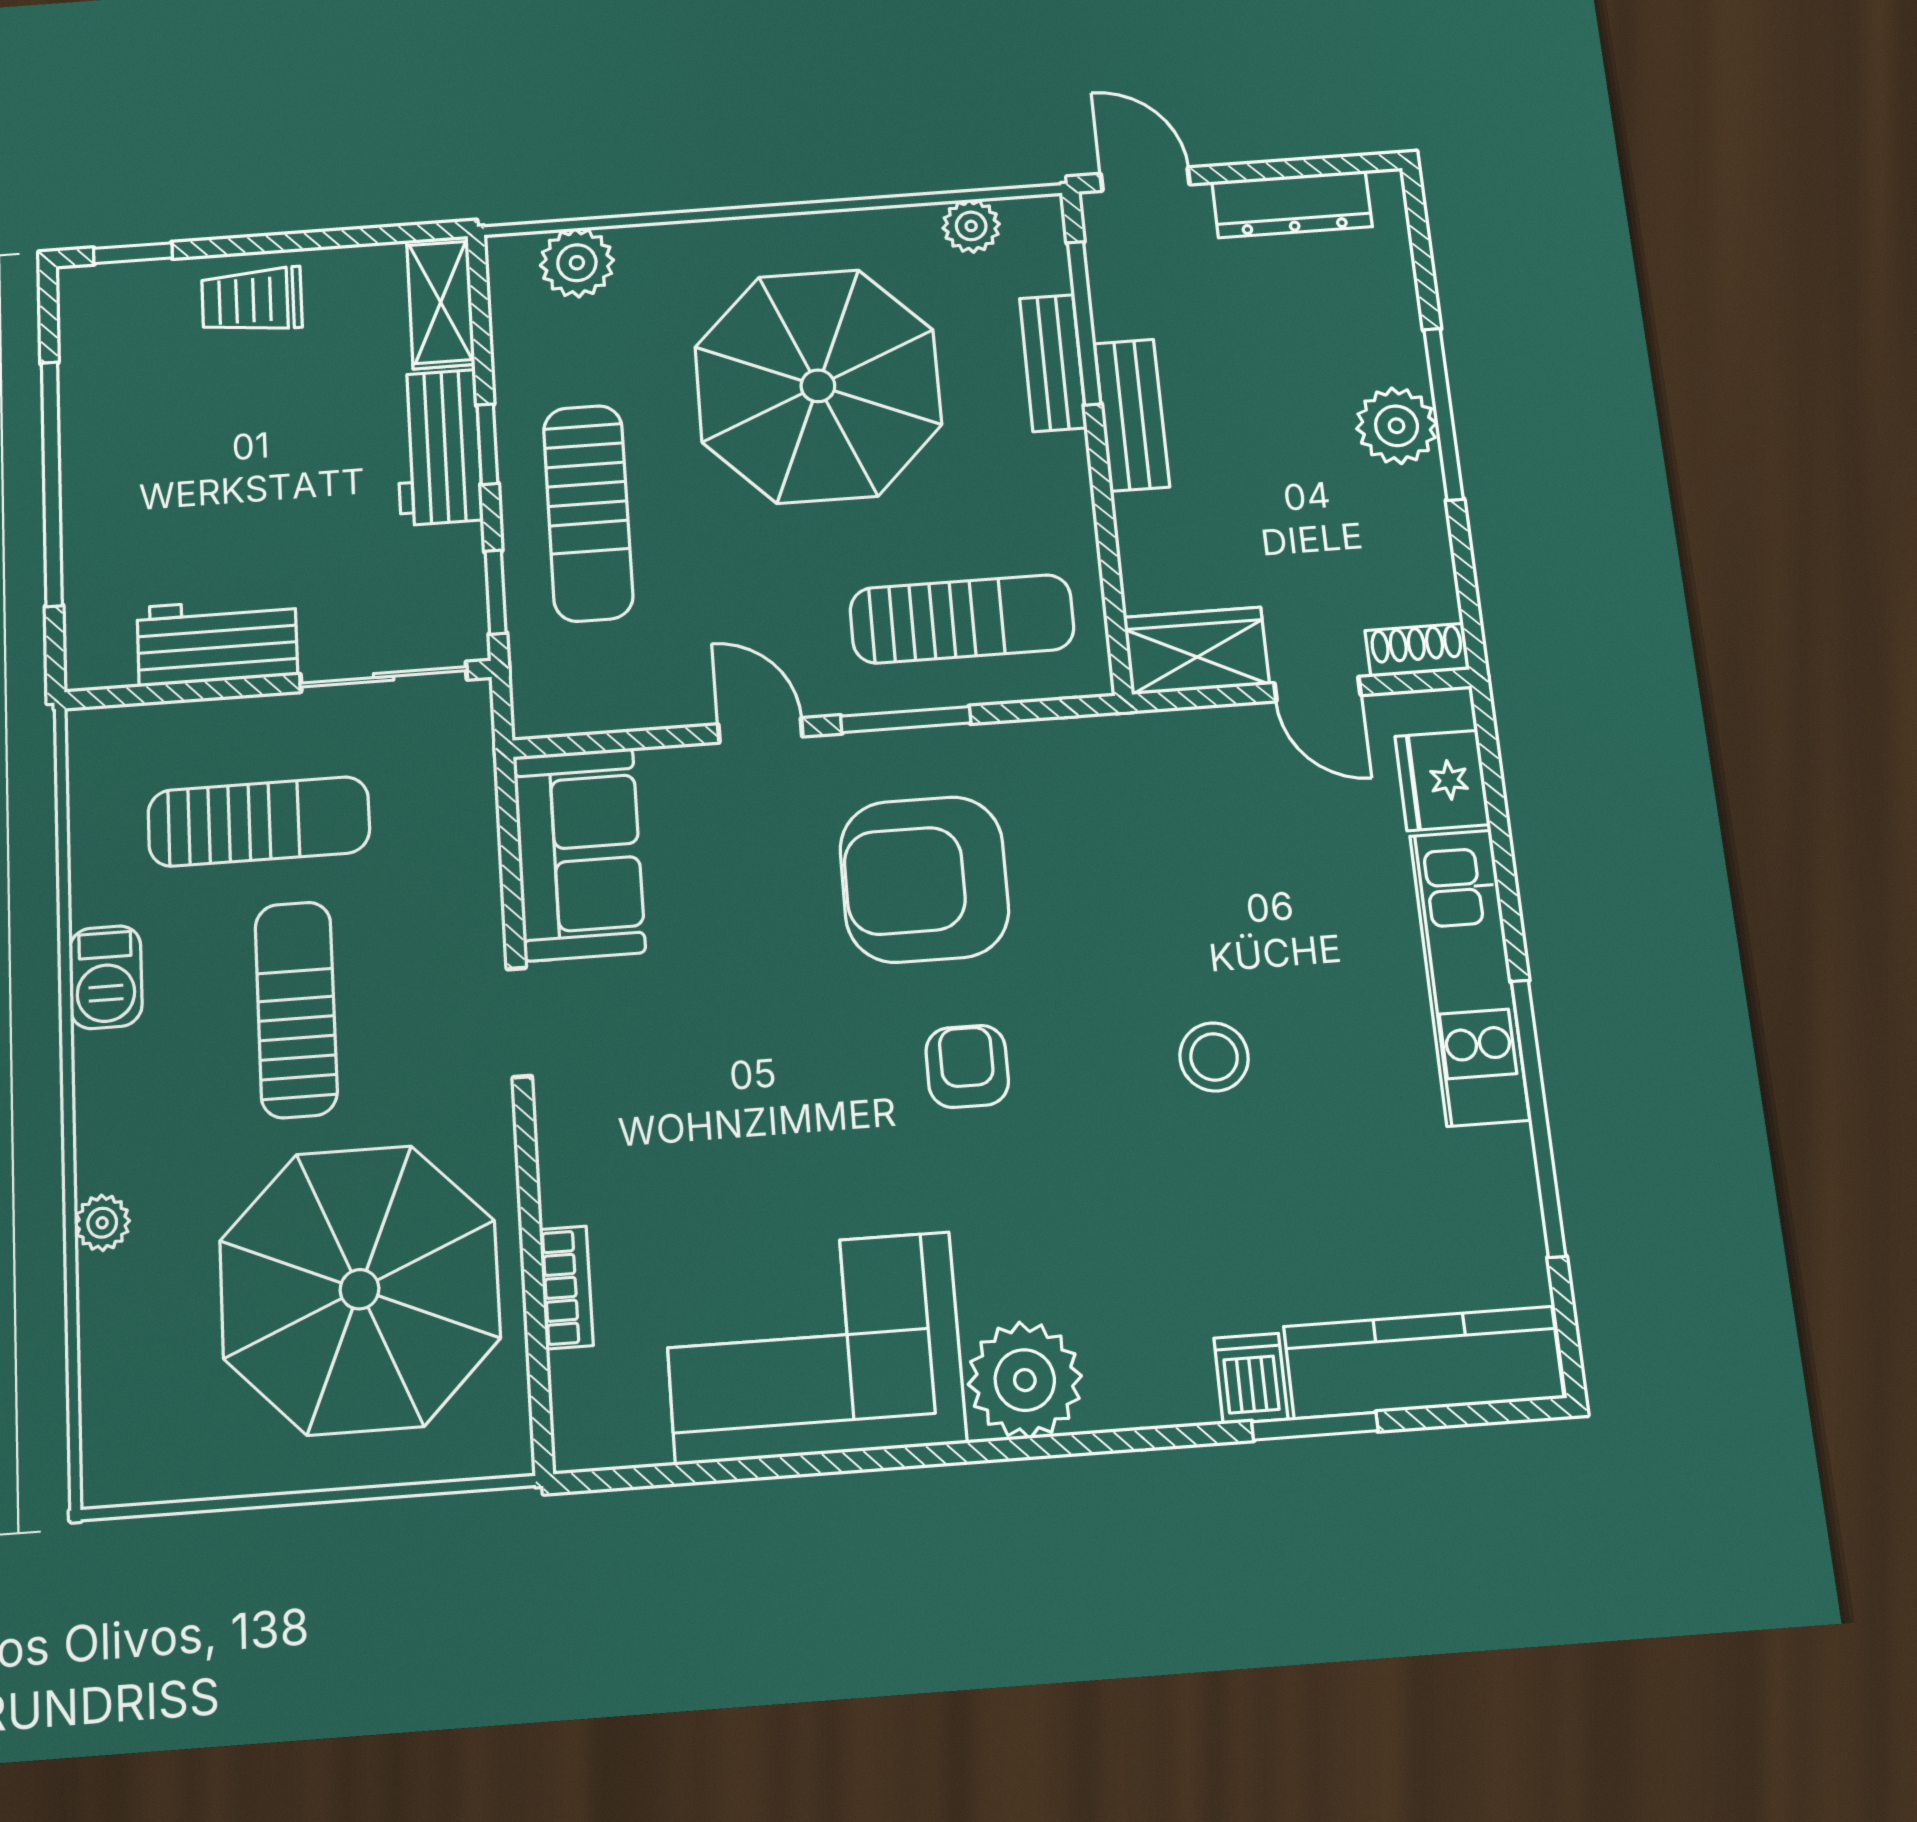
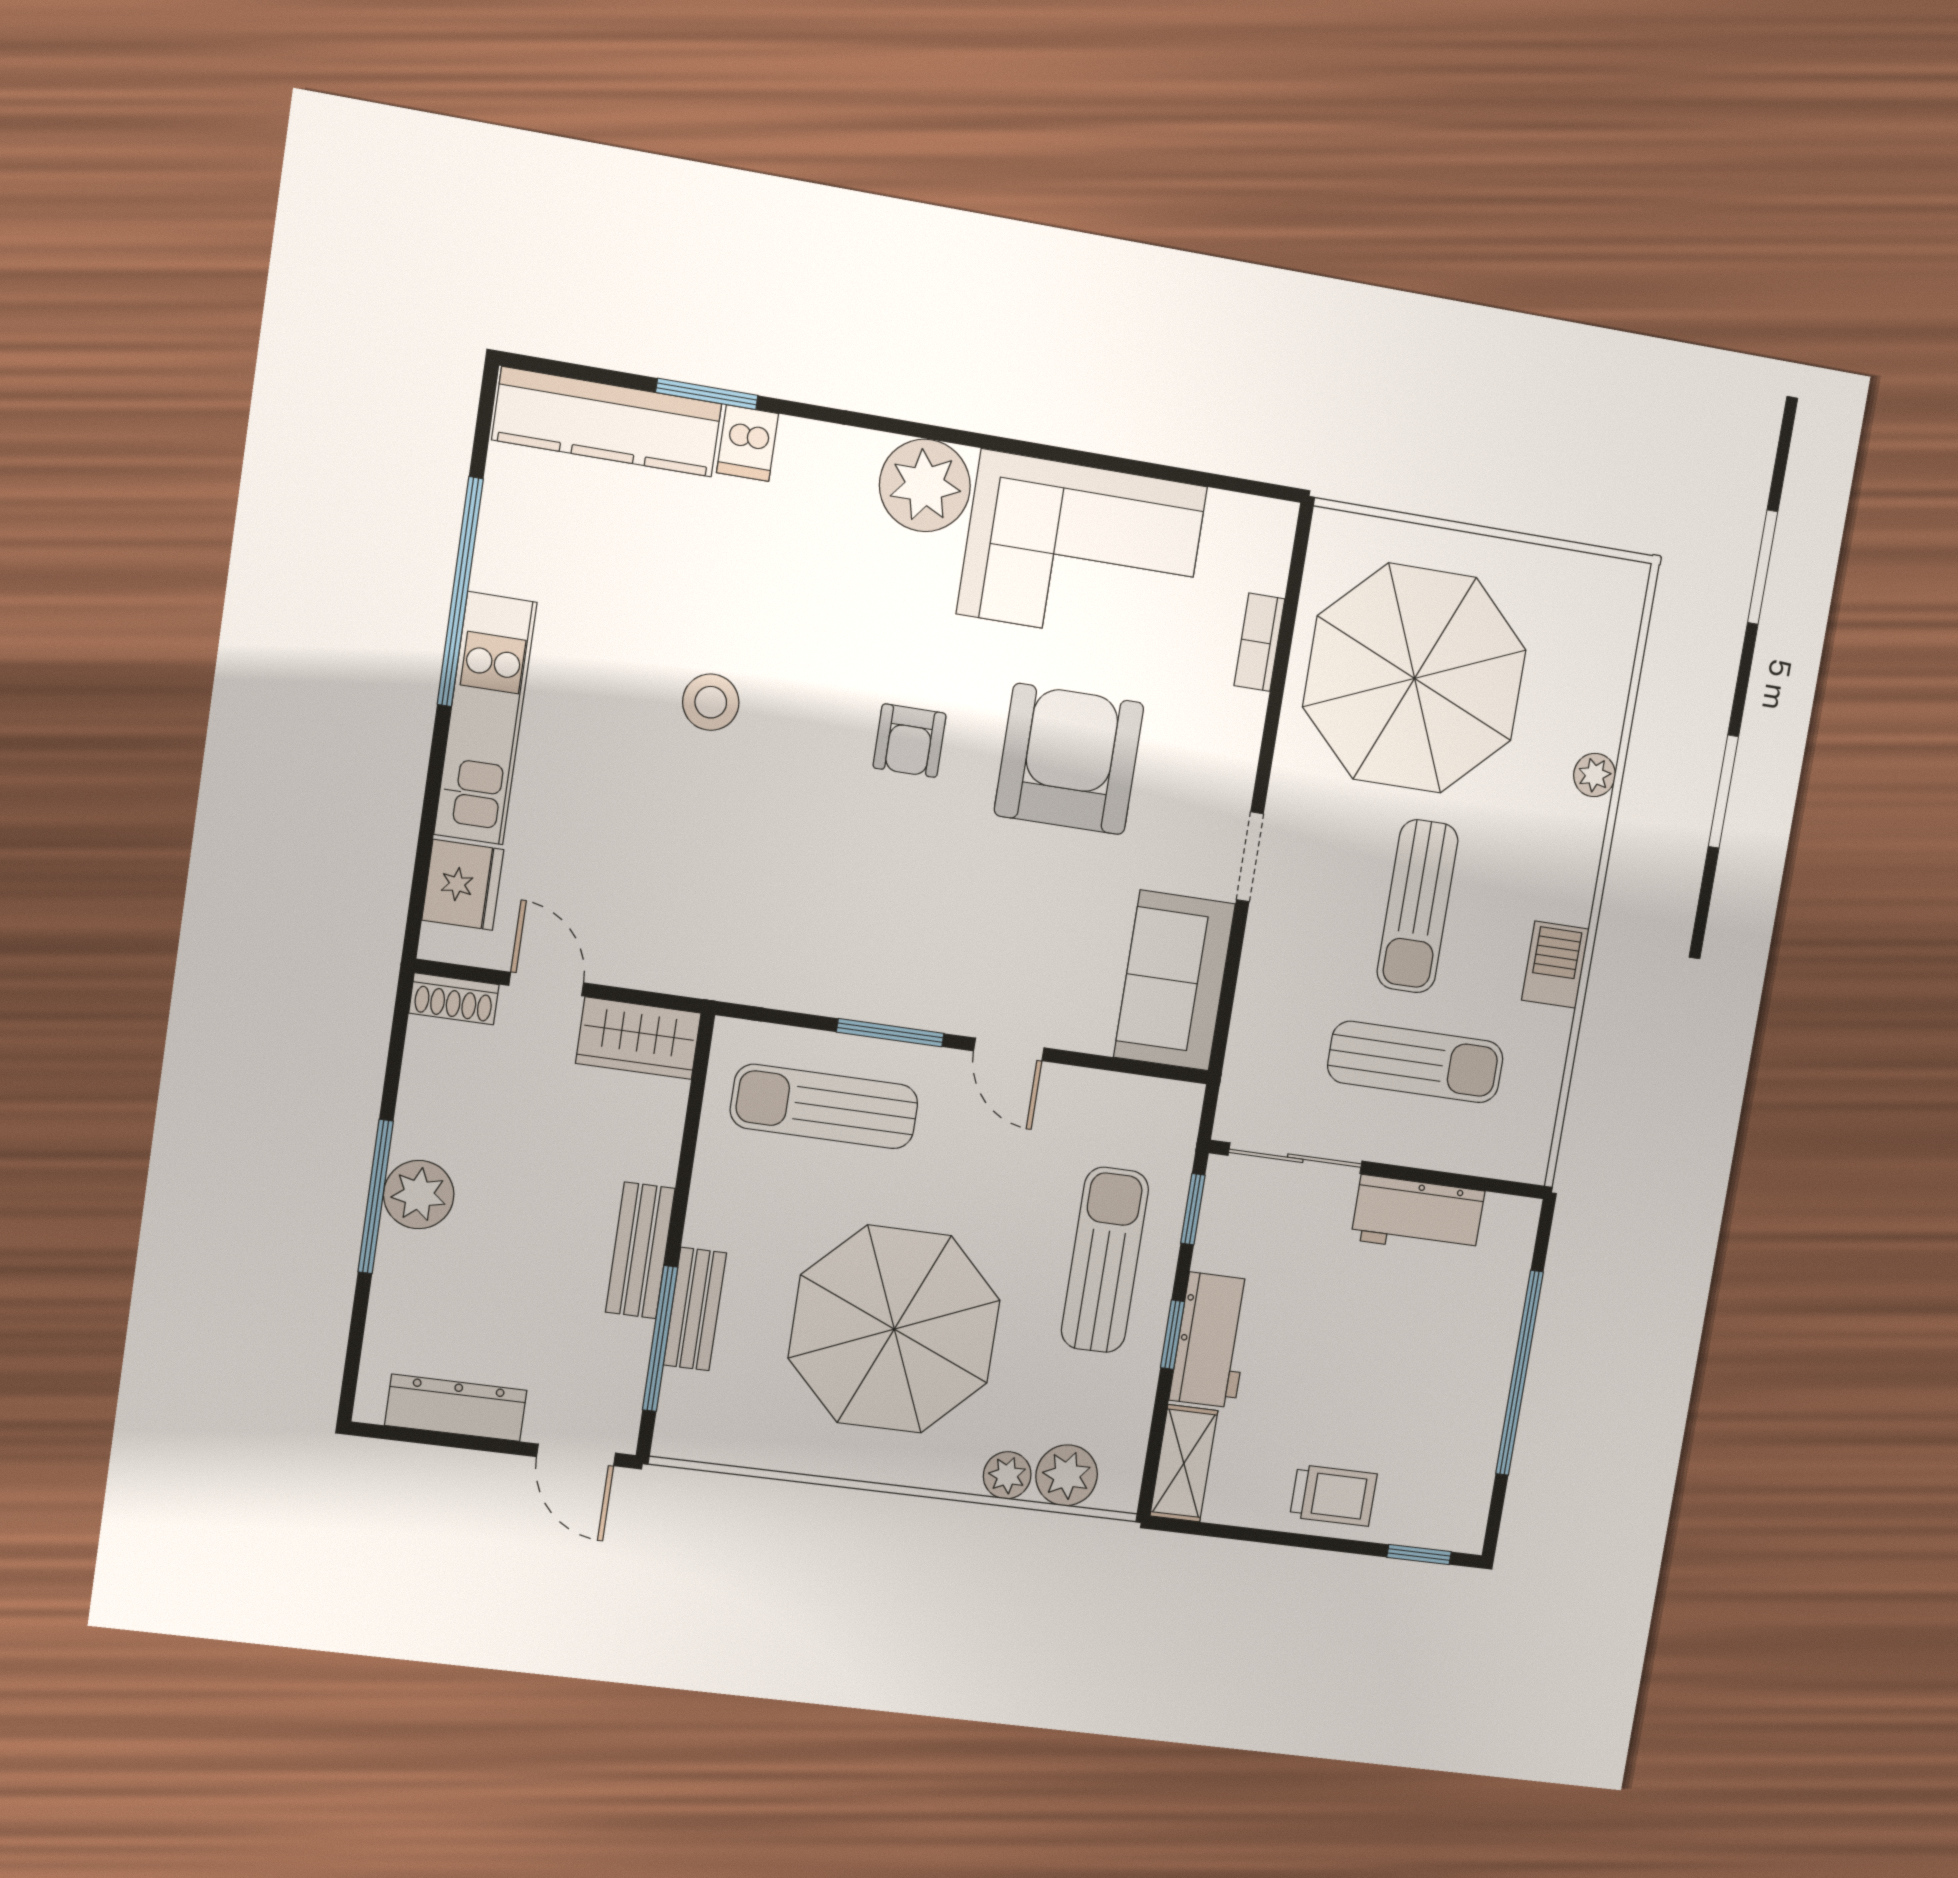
plant: (971, 226) -> (1007, 1475), moved
sun lounger: (259, 822) -> (1415, 1062), turned 180
armchair: (924, 879) -> (1069, 759), moved, turned -90

